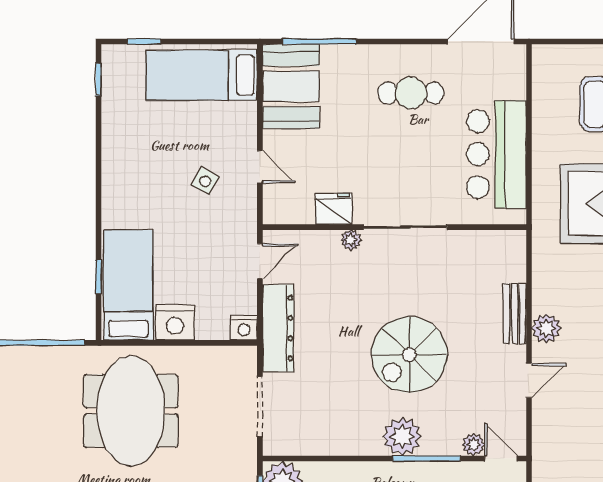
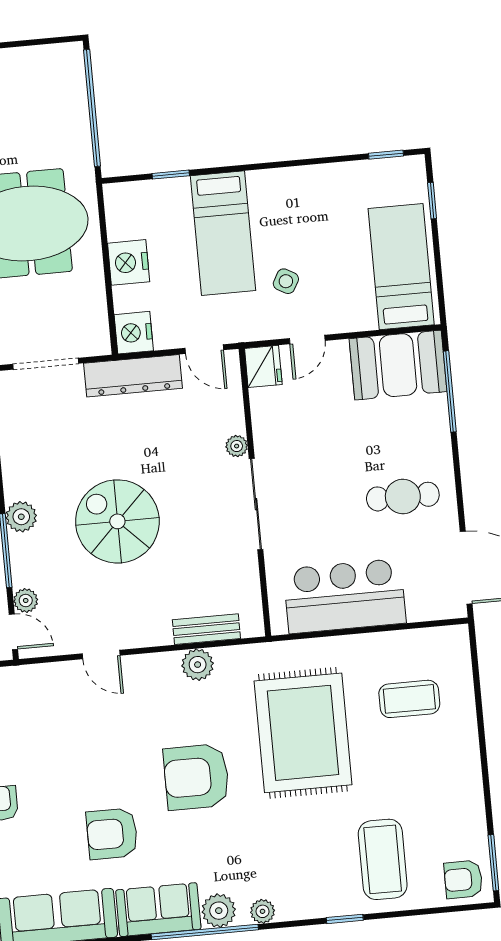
cafe table: (411, 93) -> (403, 497), turned 90
fridge: (334, 209) -> (263, 366), moved
bed: (128, 285) -> (223, 233), moved, turned 90
bench: (515, 314) -> (206, 629), moved
nightstand: (244, 328) -> (134, 333), width x1.36, depth x1.33
plant: (546, 328) -> (198, 665), moved
plant: (402, 437) -> (21, 517), width x0.73, depth x0.73
door: (501, 459) -> (13, 632), hinge flipped

